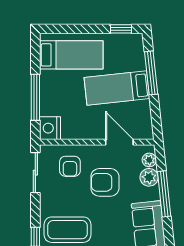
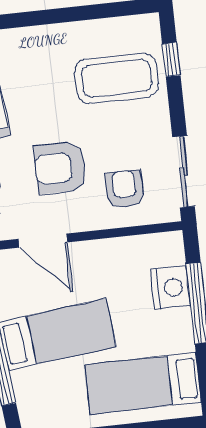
nightstand: (50, 128) -> (170, 288), moved
armchair: (105, 182) -> (60, 168), turned 180

